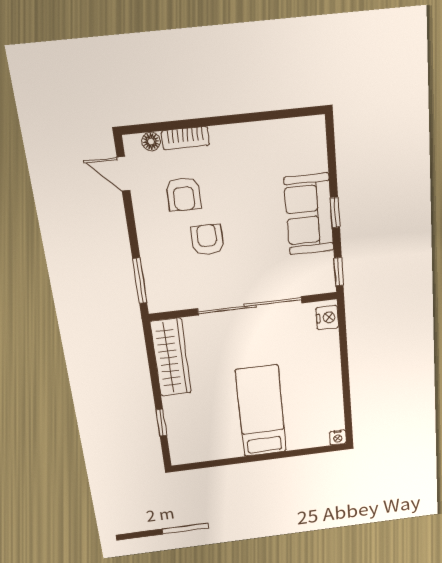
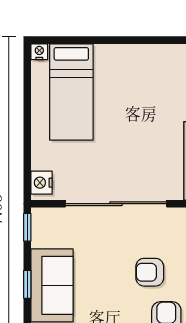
armchair: (207, 240) -> (150, 272), turned 90
bed: (261, 411) -> (71, 92), moved

